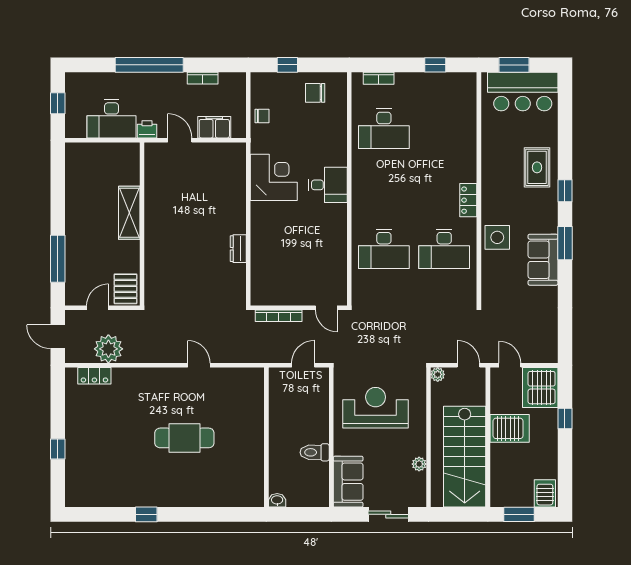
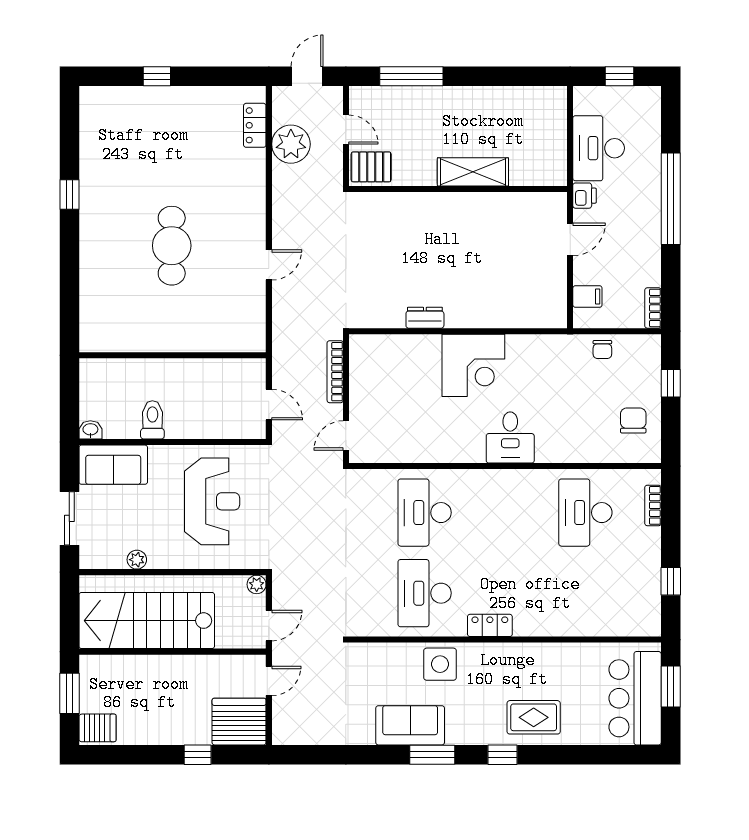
bookcase: (203, 78) -> (653, 308), moved
filing cabinet: (214, 127) -> (587, 297), width x0.50
corner desk: (274, 177) -> (473, 365), moved
server rack: (510, 428) -> (184, 681), removed
washbasin: (277, 500) -> (90, 430), moved, turned -90

